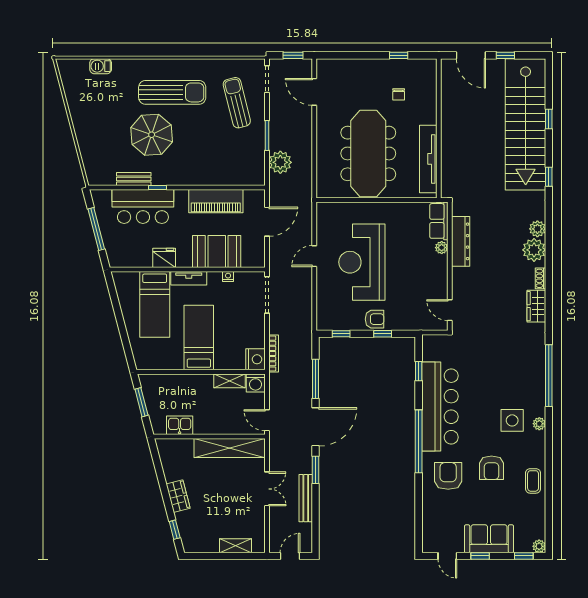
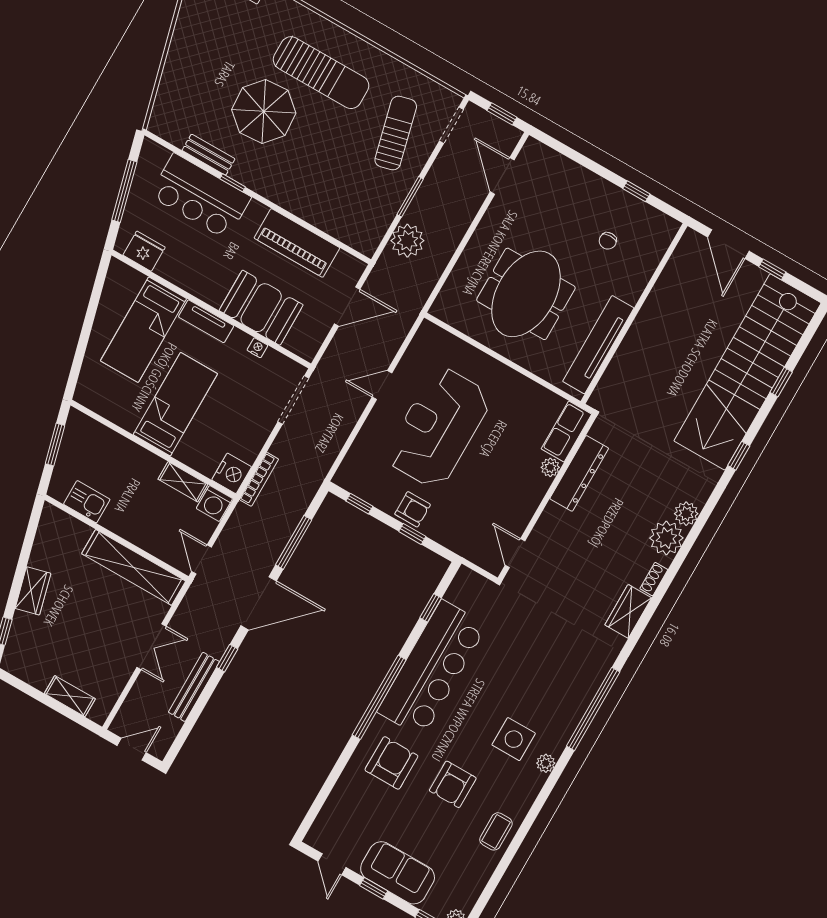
meeting table: (368, 153) -> (526, 294), width x0.73
fridge: (164, 258) -> (144, 251), moved
window: (316, 470) -> (227, 658), width x0.67

